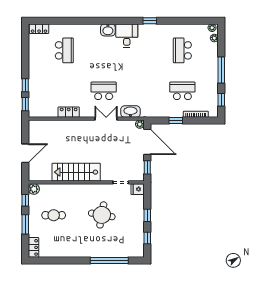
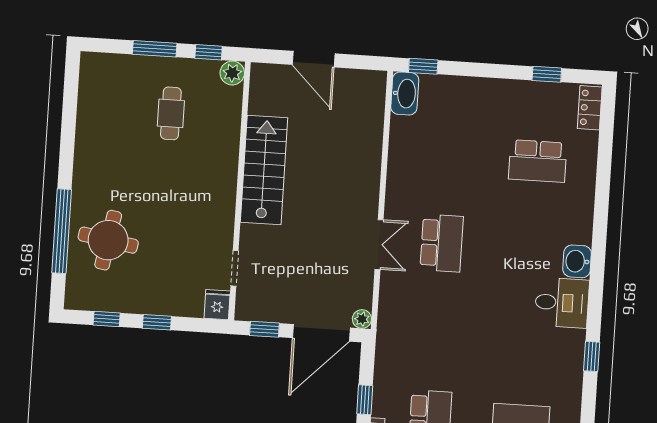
window: (25, 85) -> (547, 74), moved
locker: (69, 112) -> (399, 162), removed
washbasin: (130, 112) -> (405, 93), moved
round table: (102, 215) -> (108, 240), moved
locker: (34, 247) -> (102, 64), removed

